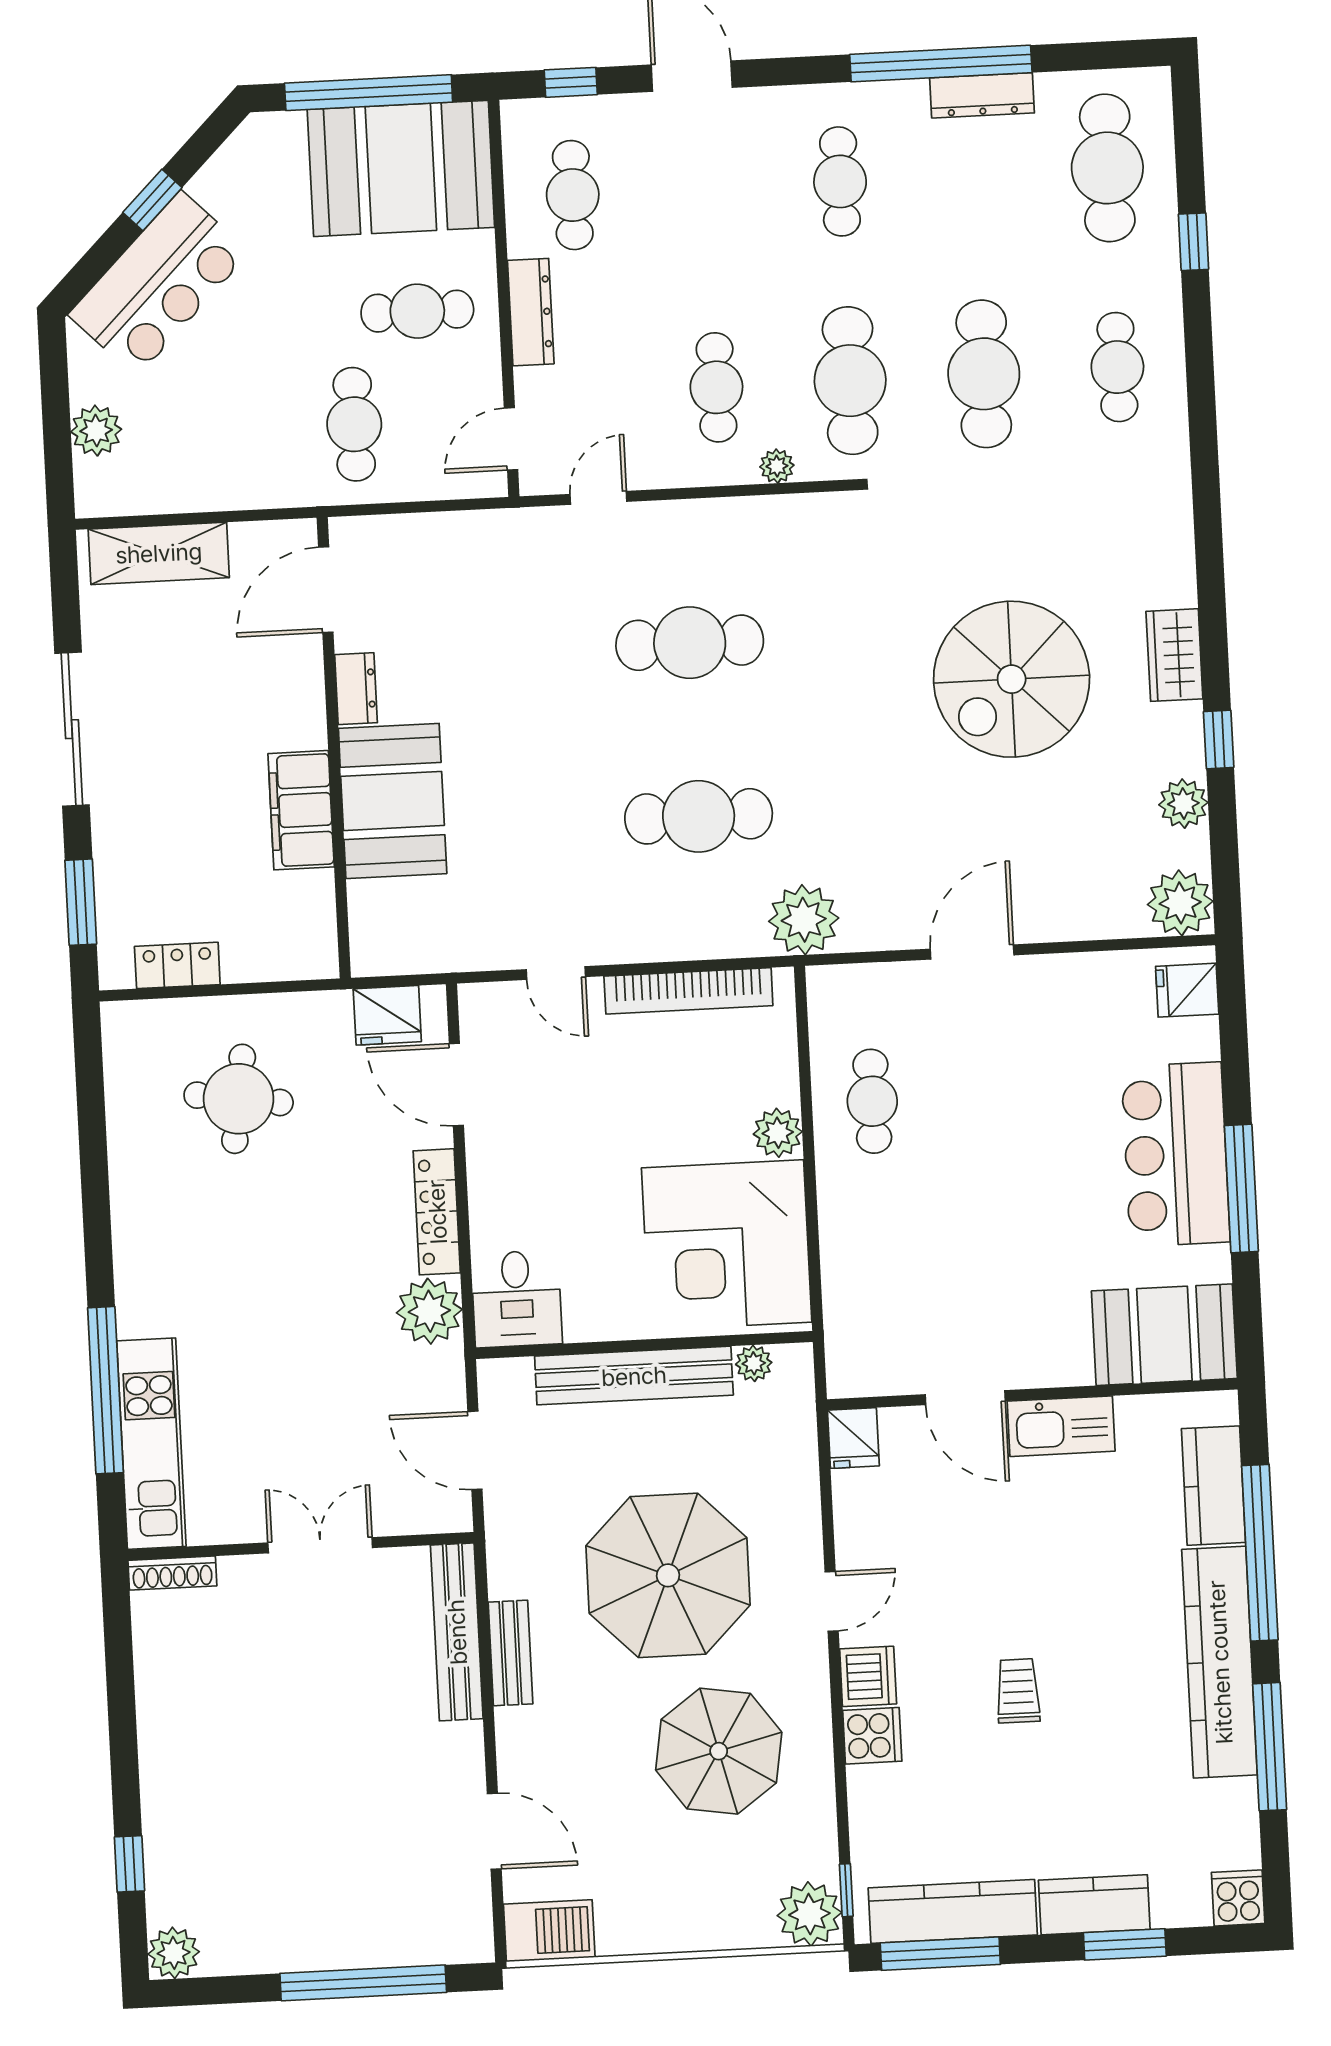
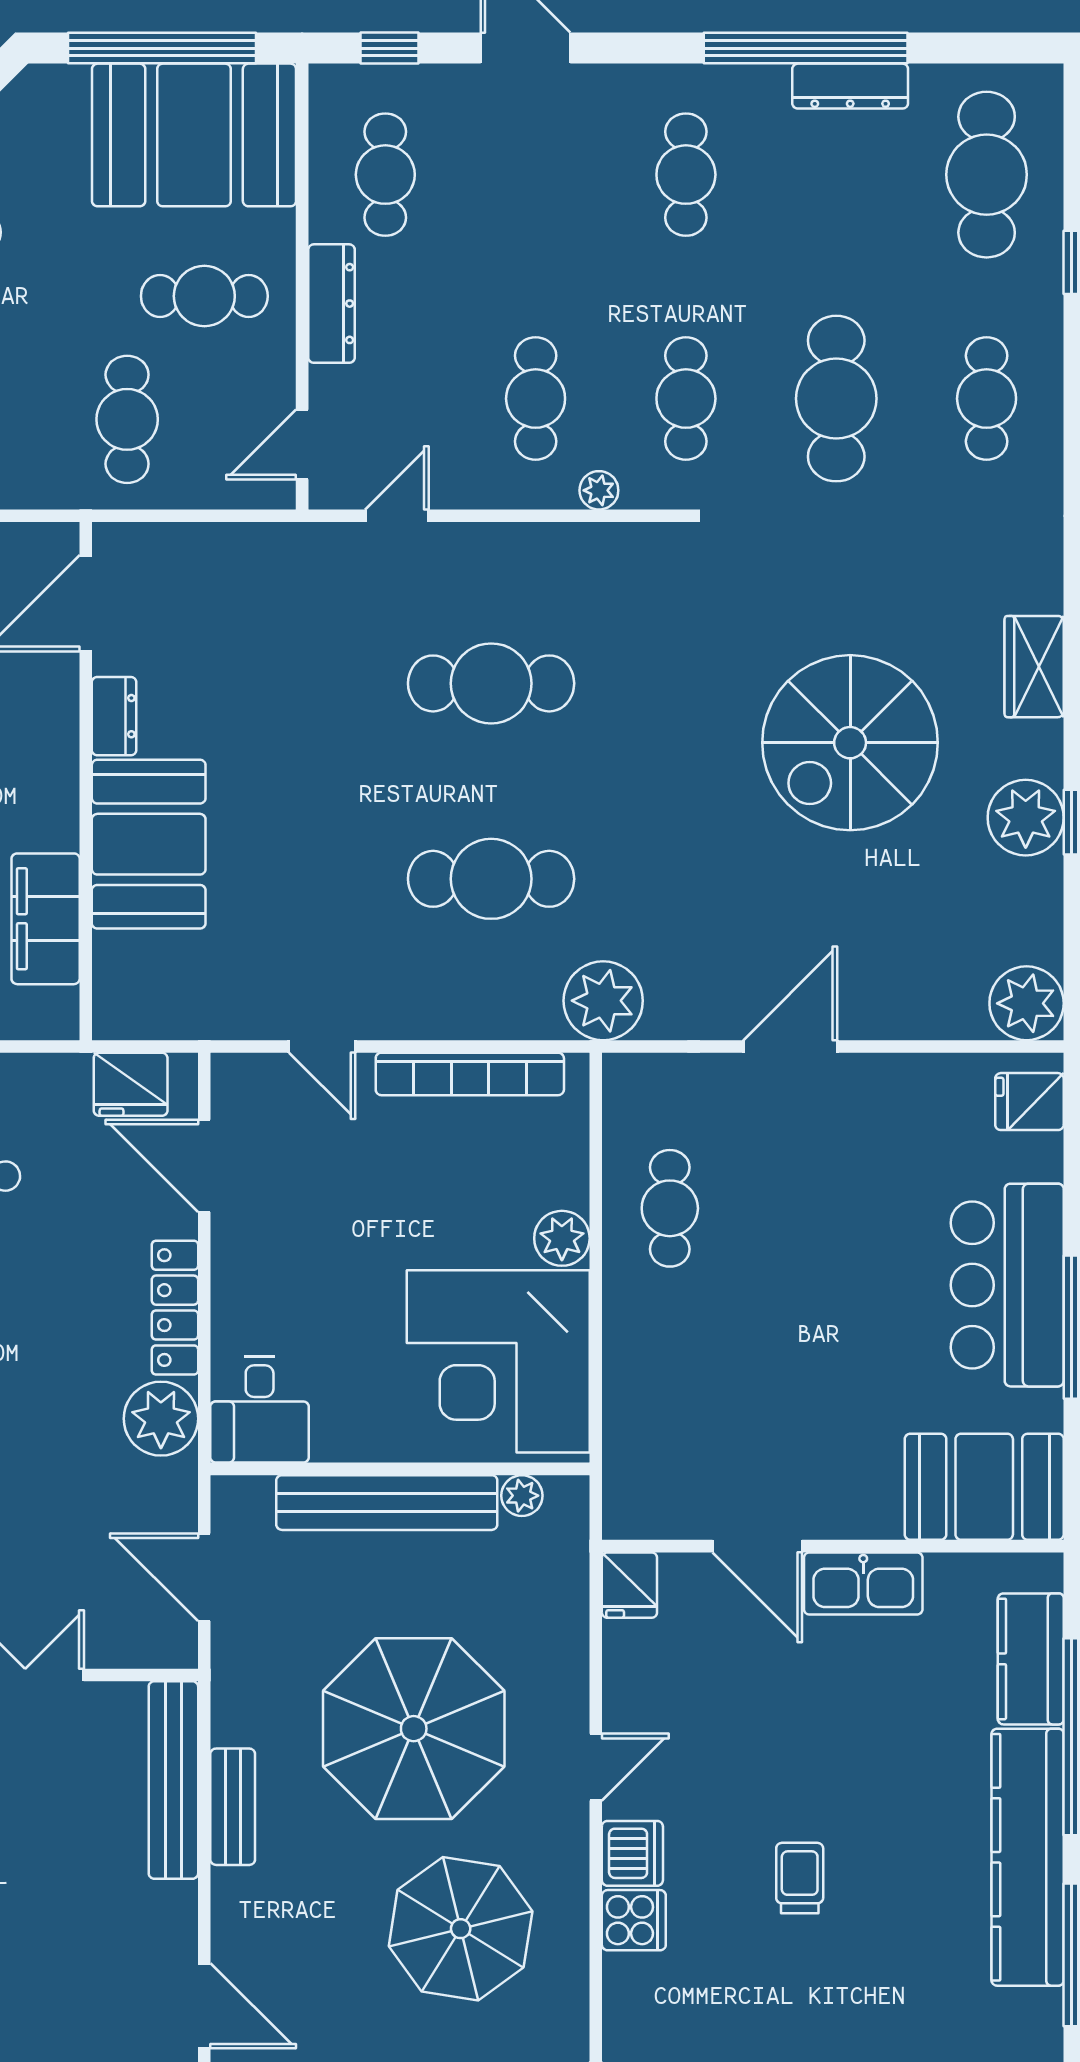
cafe table: (850, 381) -> (686, 399), width x0.73, depth x0.74
wardrobe: (1174, 655) -> (1034, 667), moved
plant: (1183, 804) -> (1026, 818), moved, width x1.36, depth x1.36
filing cabinet: (301, 810) -> (46, 919), moved

